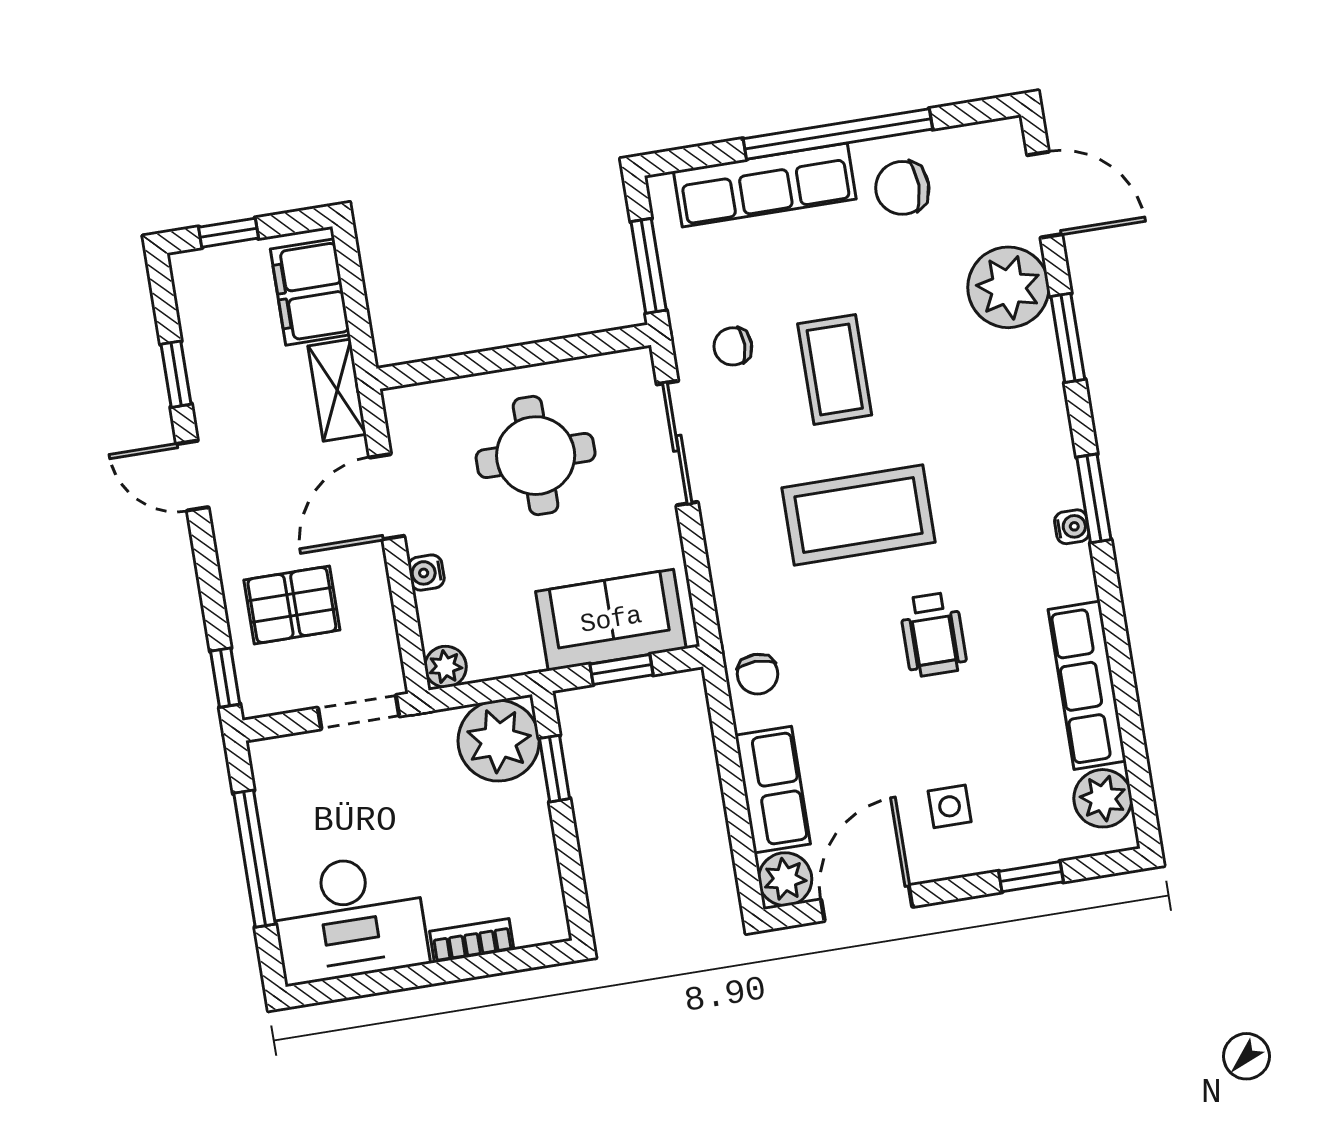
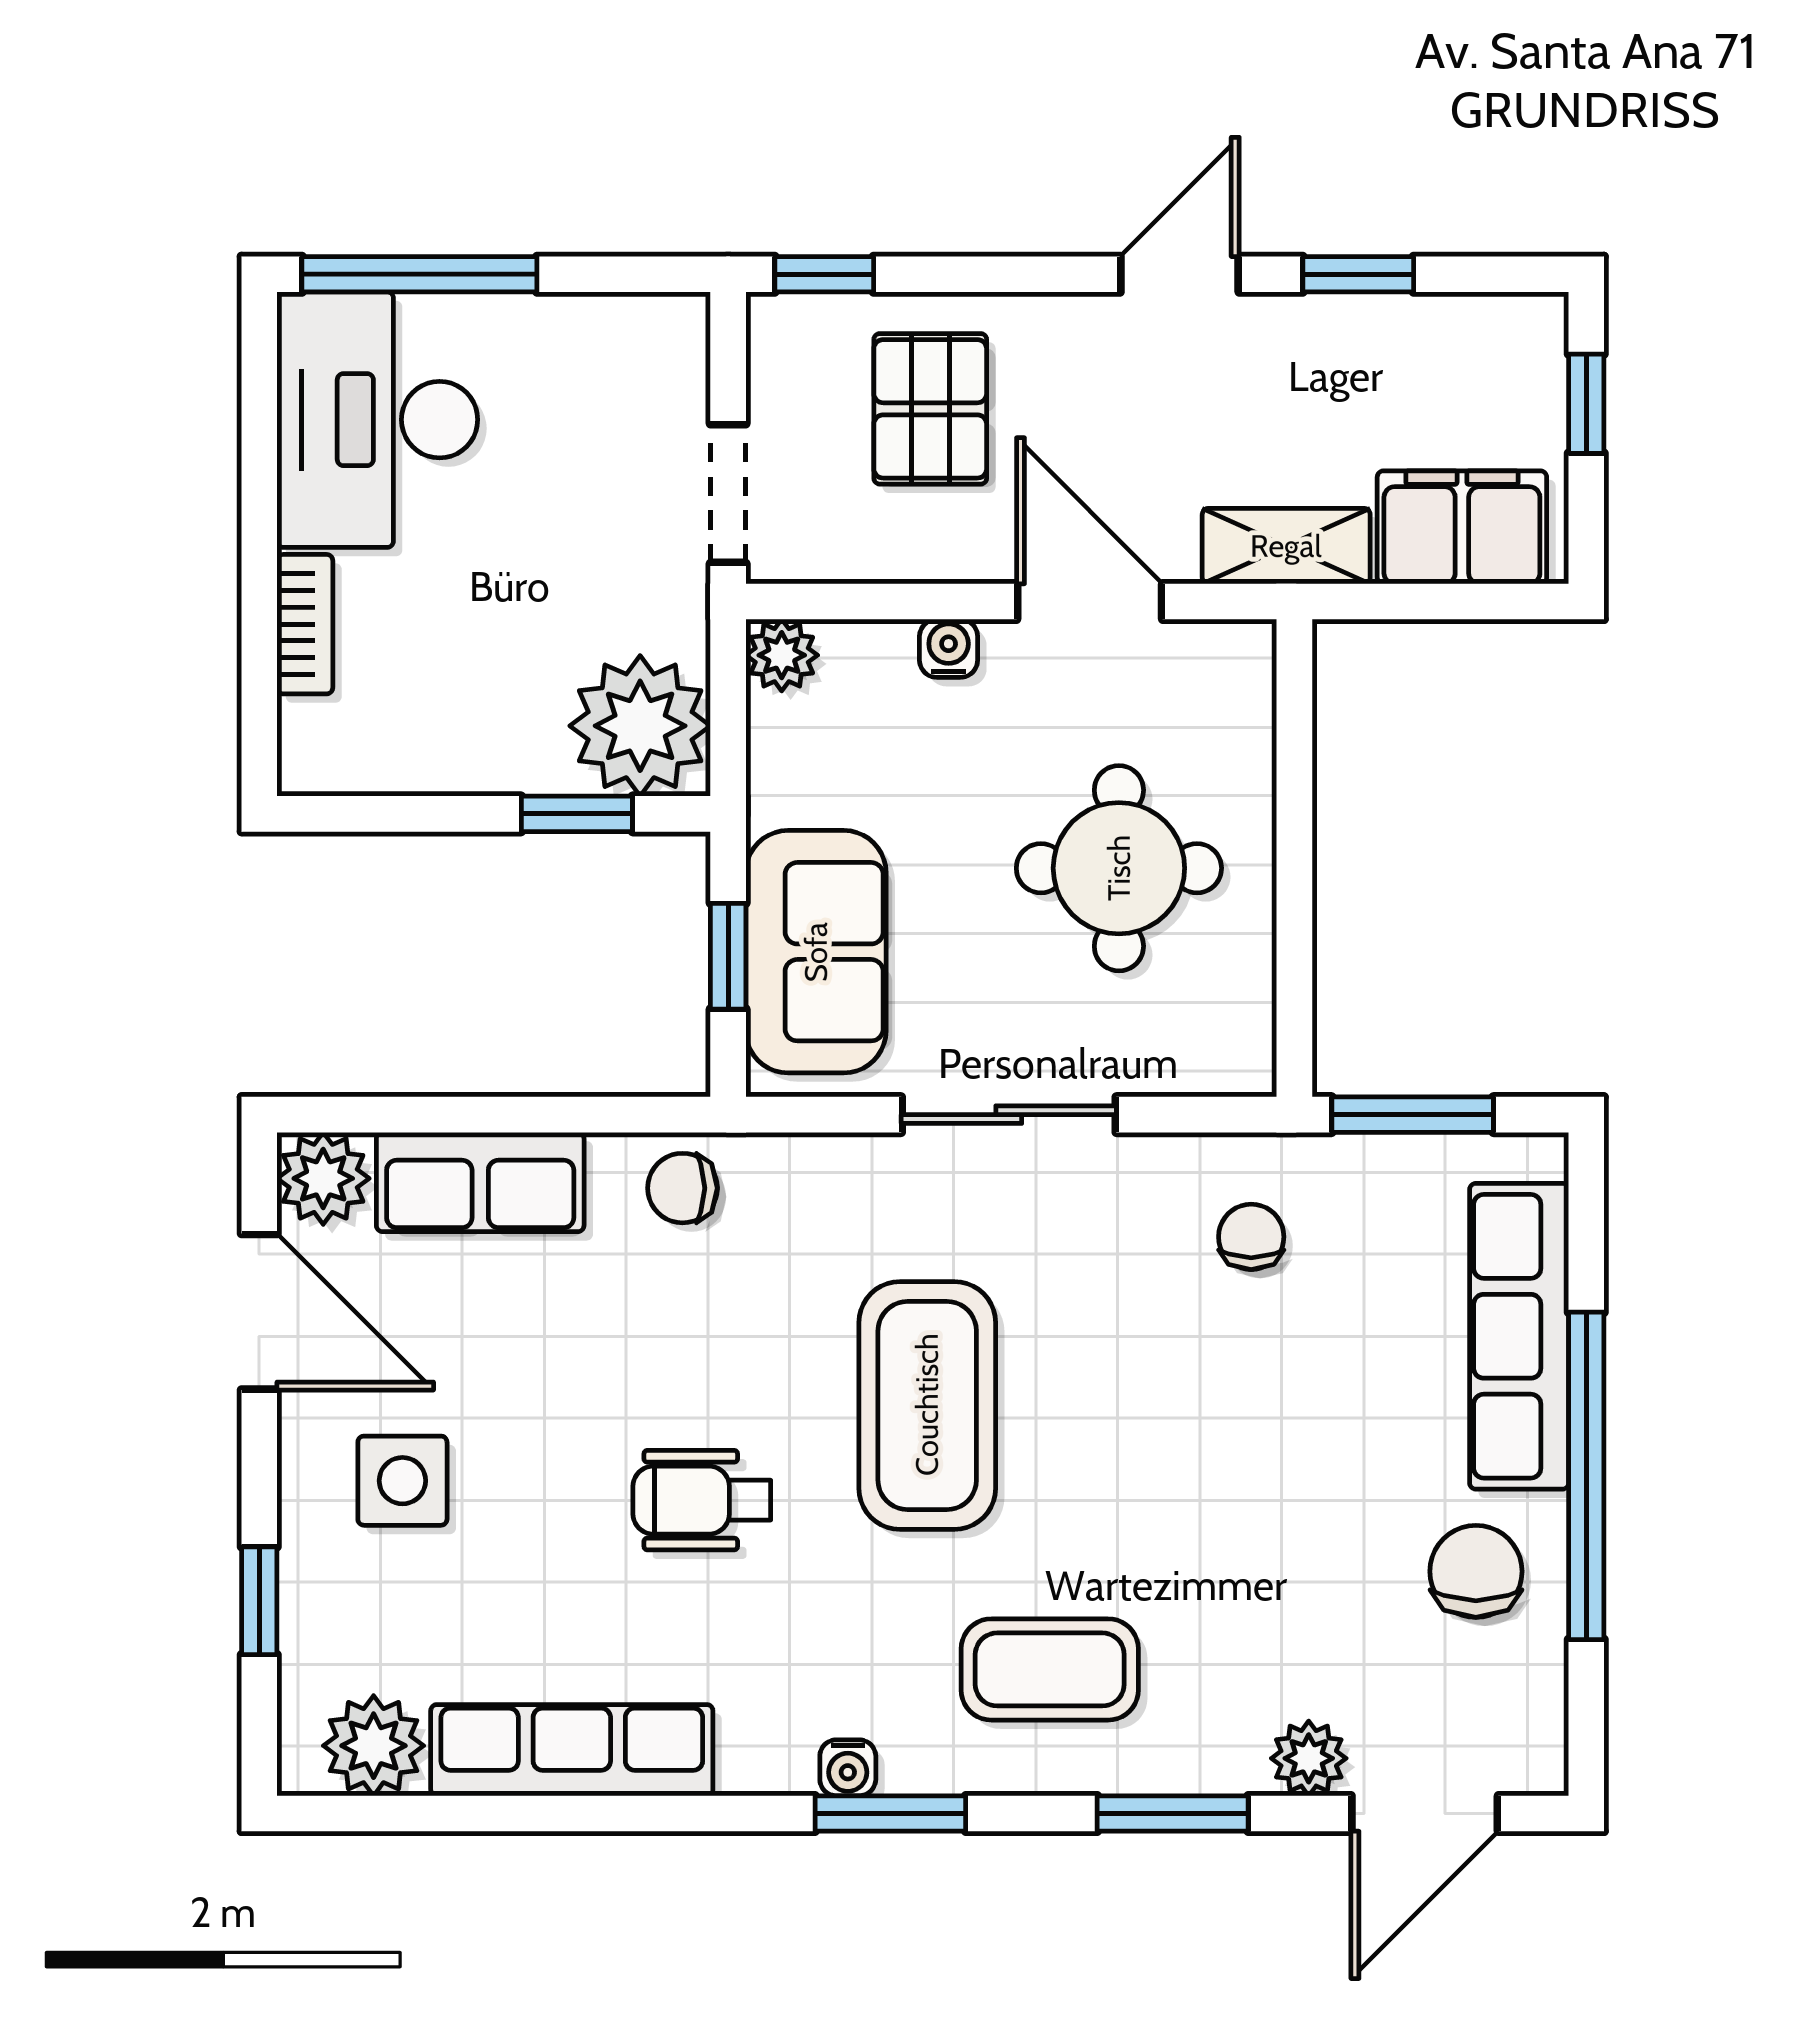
plant: (1008, 287) -> (1309, 1758), width x0.53, depth x0.53
coffee table: (835, 369) -> (1050, 1669), moved
sliding door: (677, 443) -> (1009, 1115), moved
side table: (950, 806) -> (402, 1481), width x1.37, depth x1.37
window: (254, 859) -> (419, 274), moved

